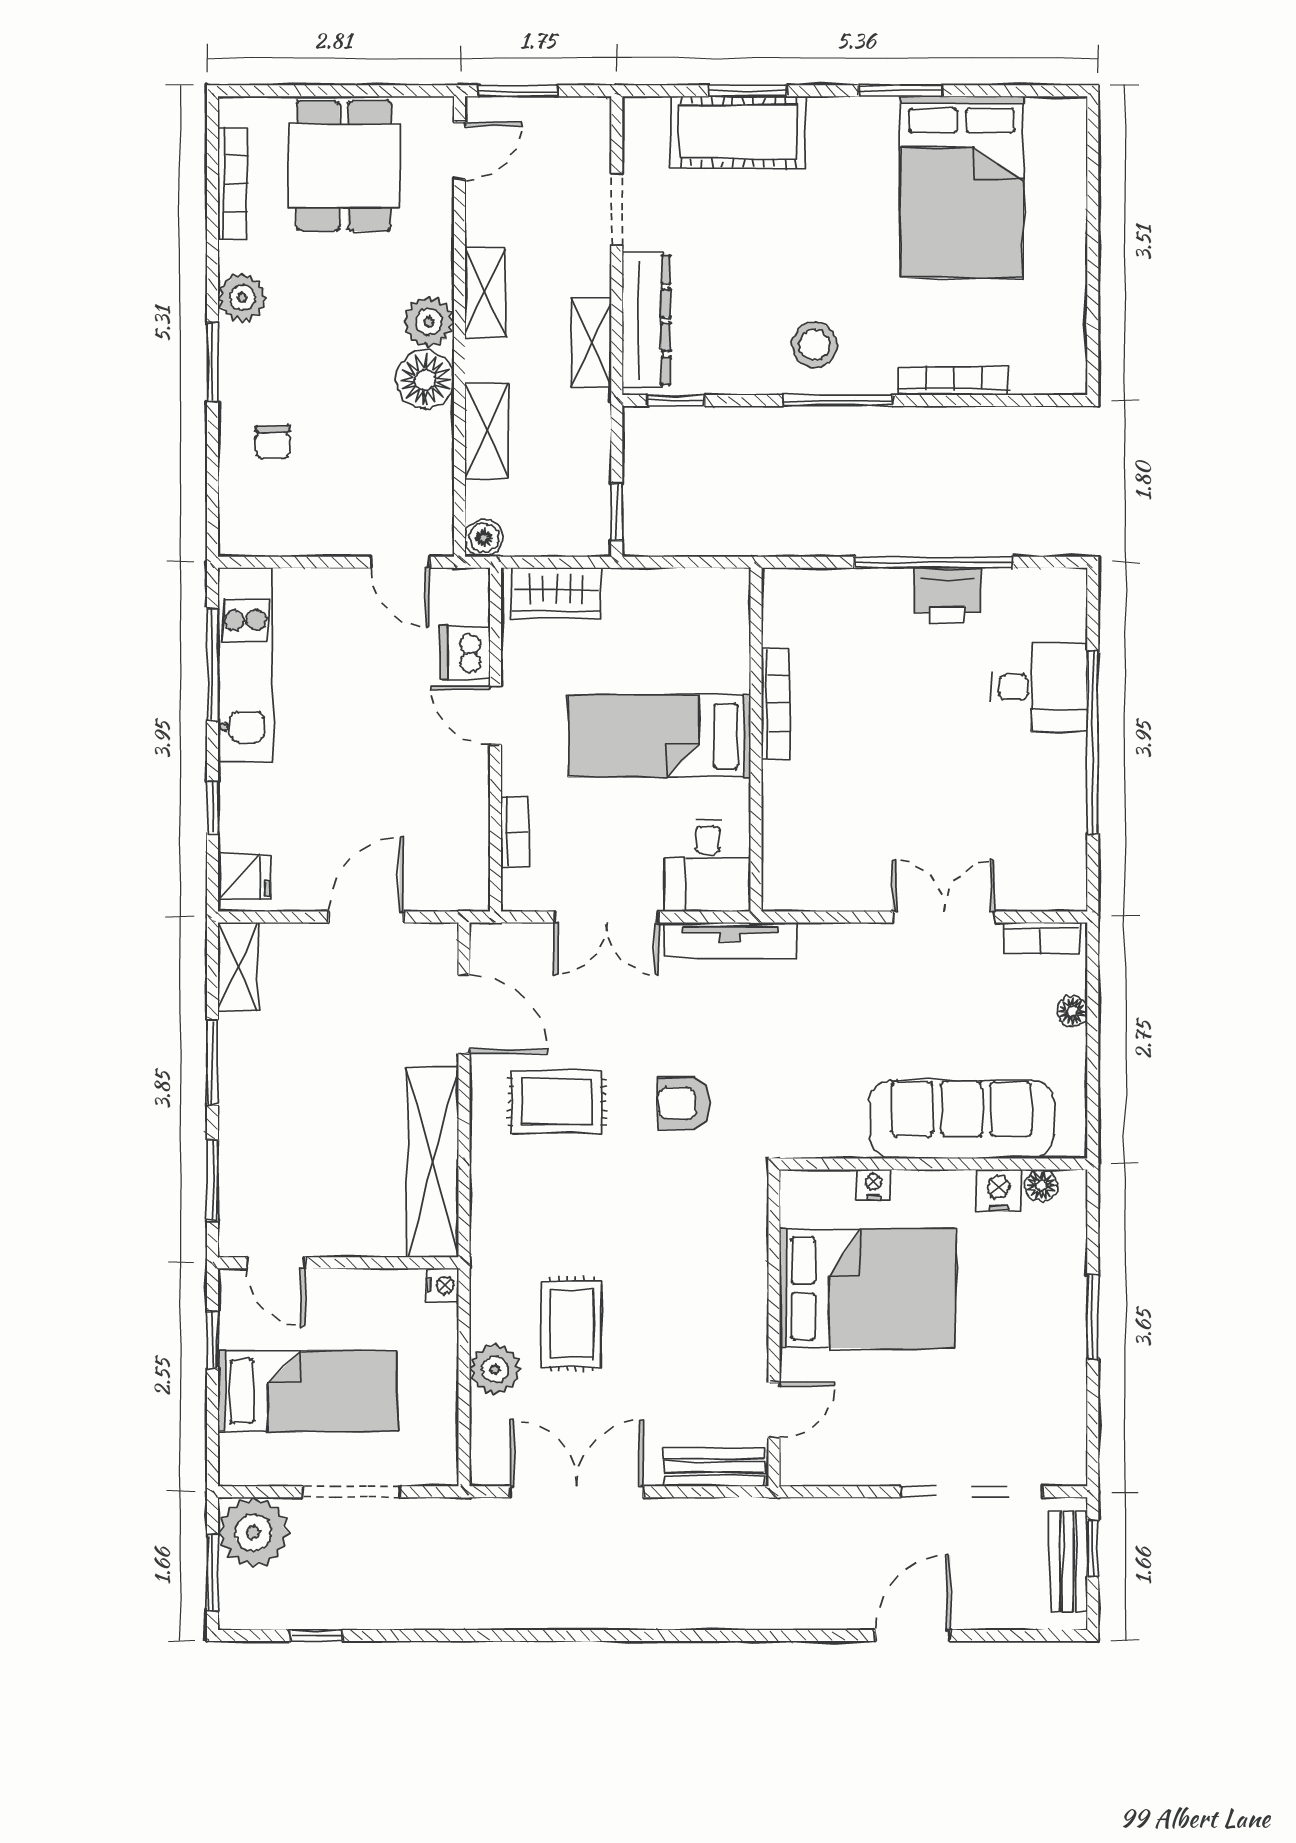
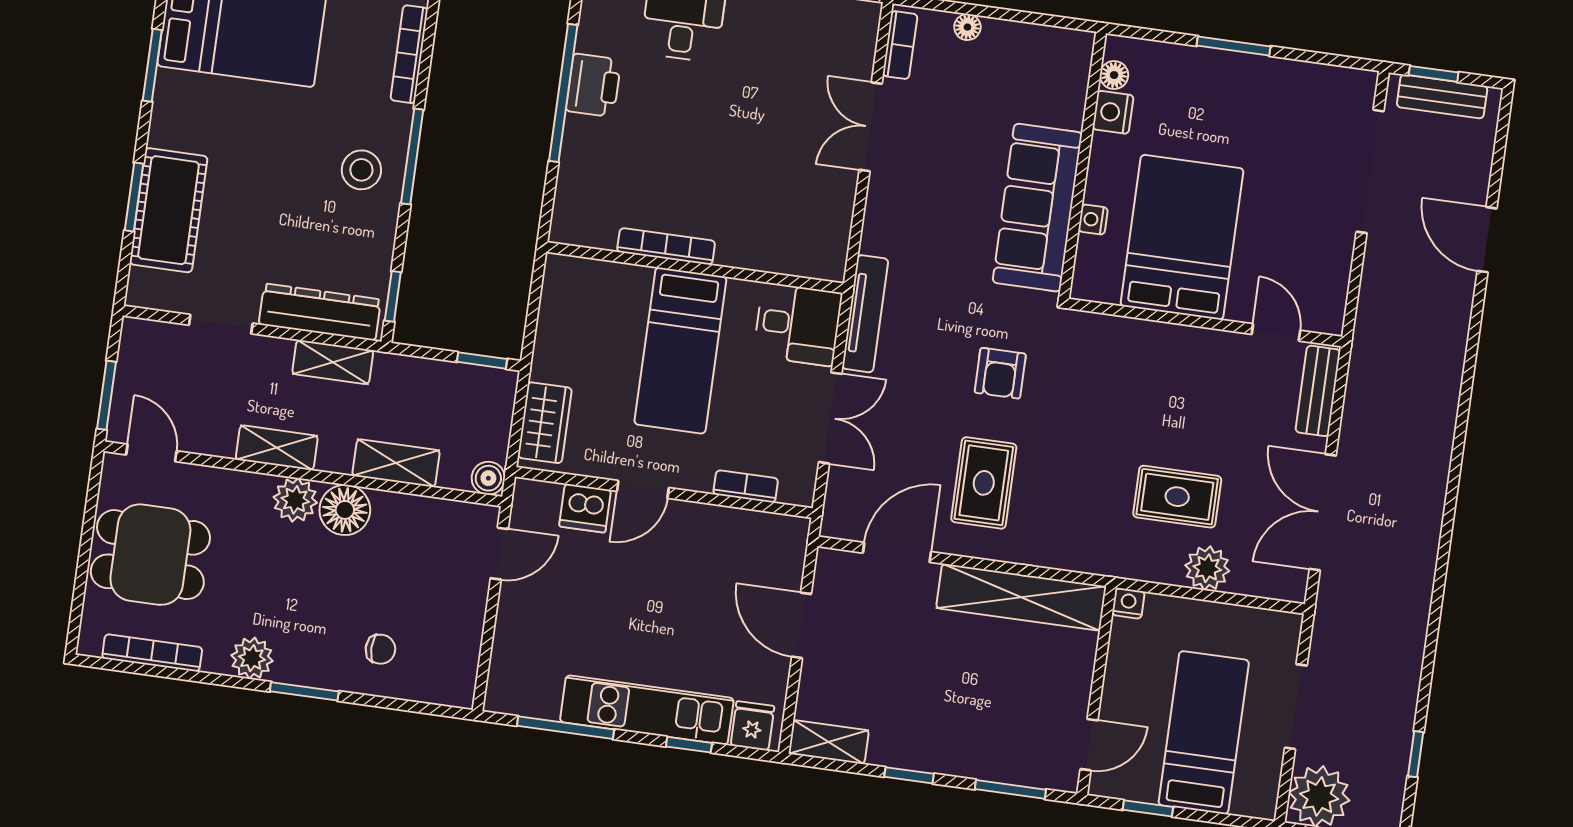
kitchen unit: (245, 665) -> (647, 710), moved
window: (213, 1063) -> (909, 775), width x0.67
sofa: (962, 1119) -> (1037, 208), moved

